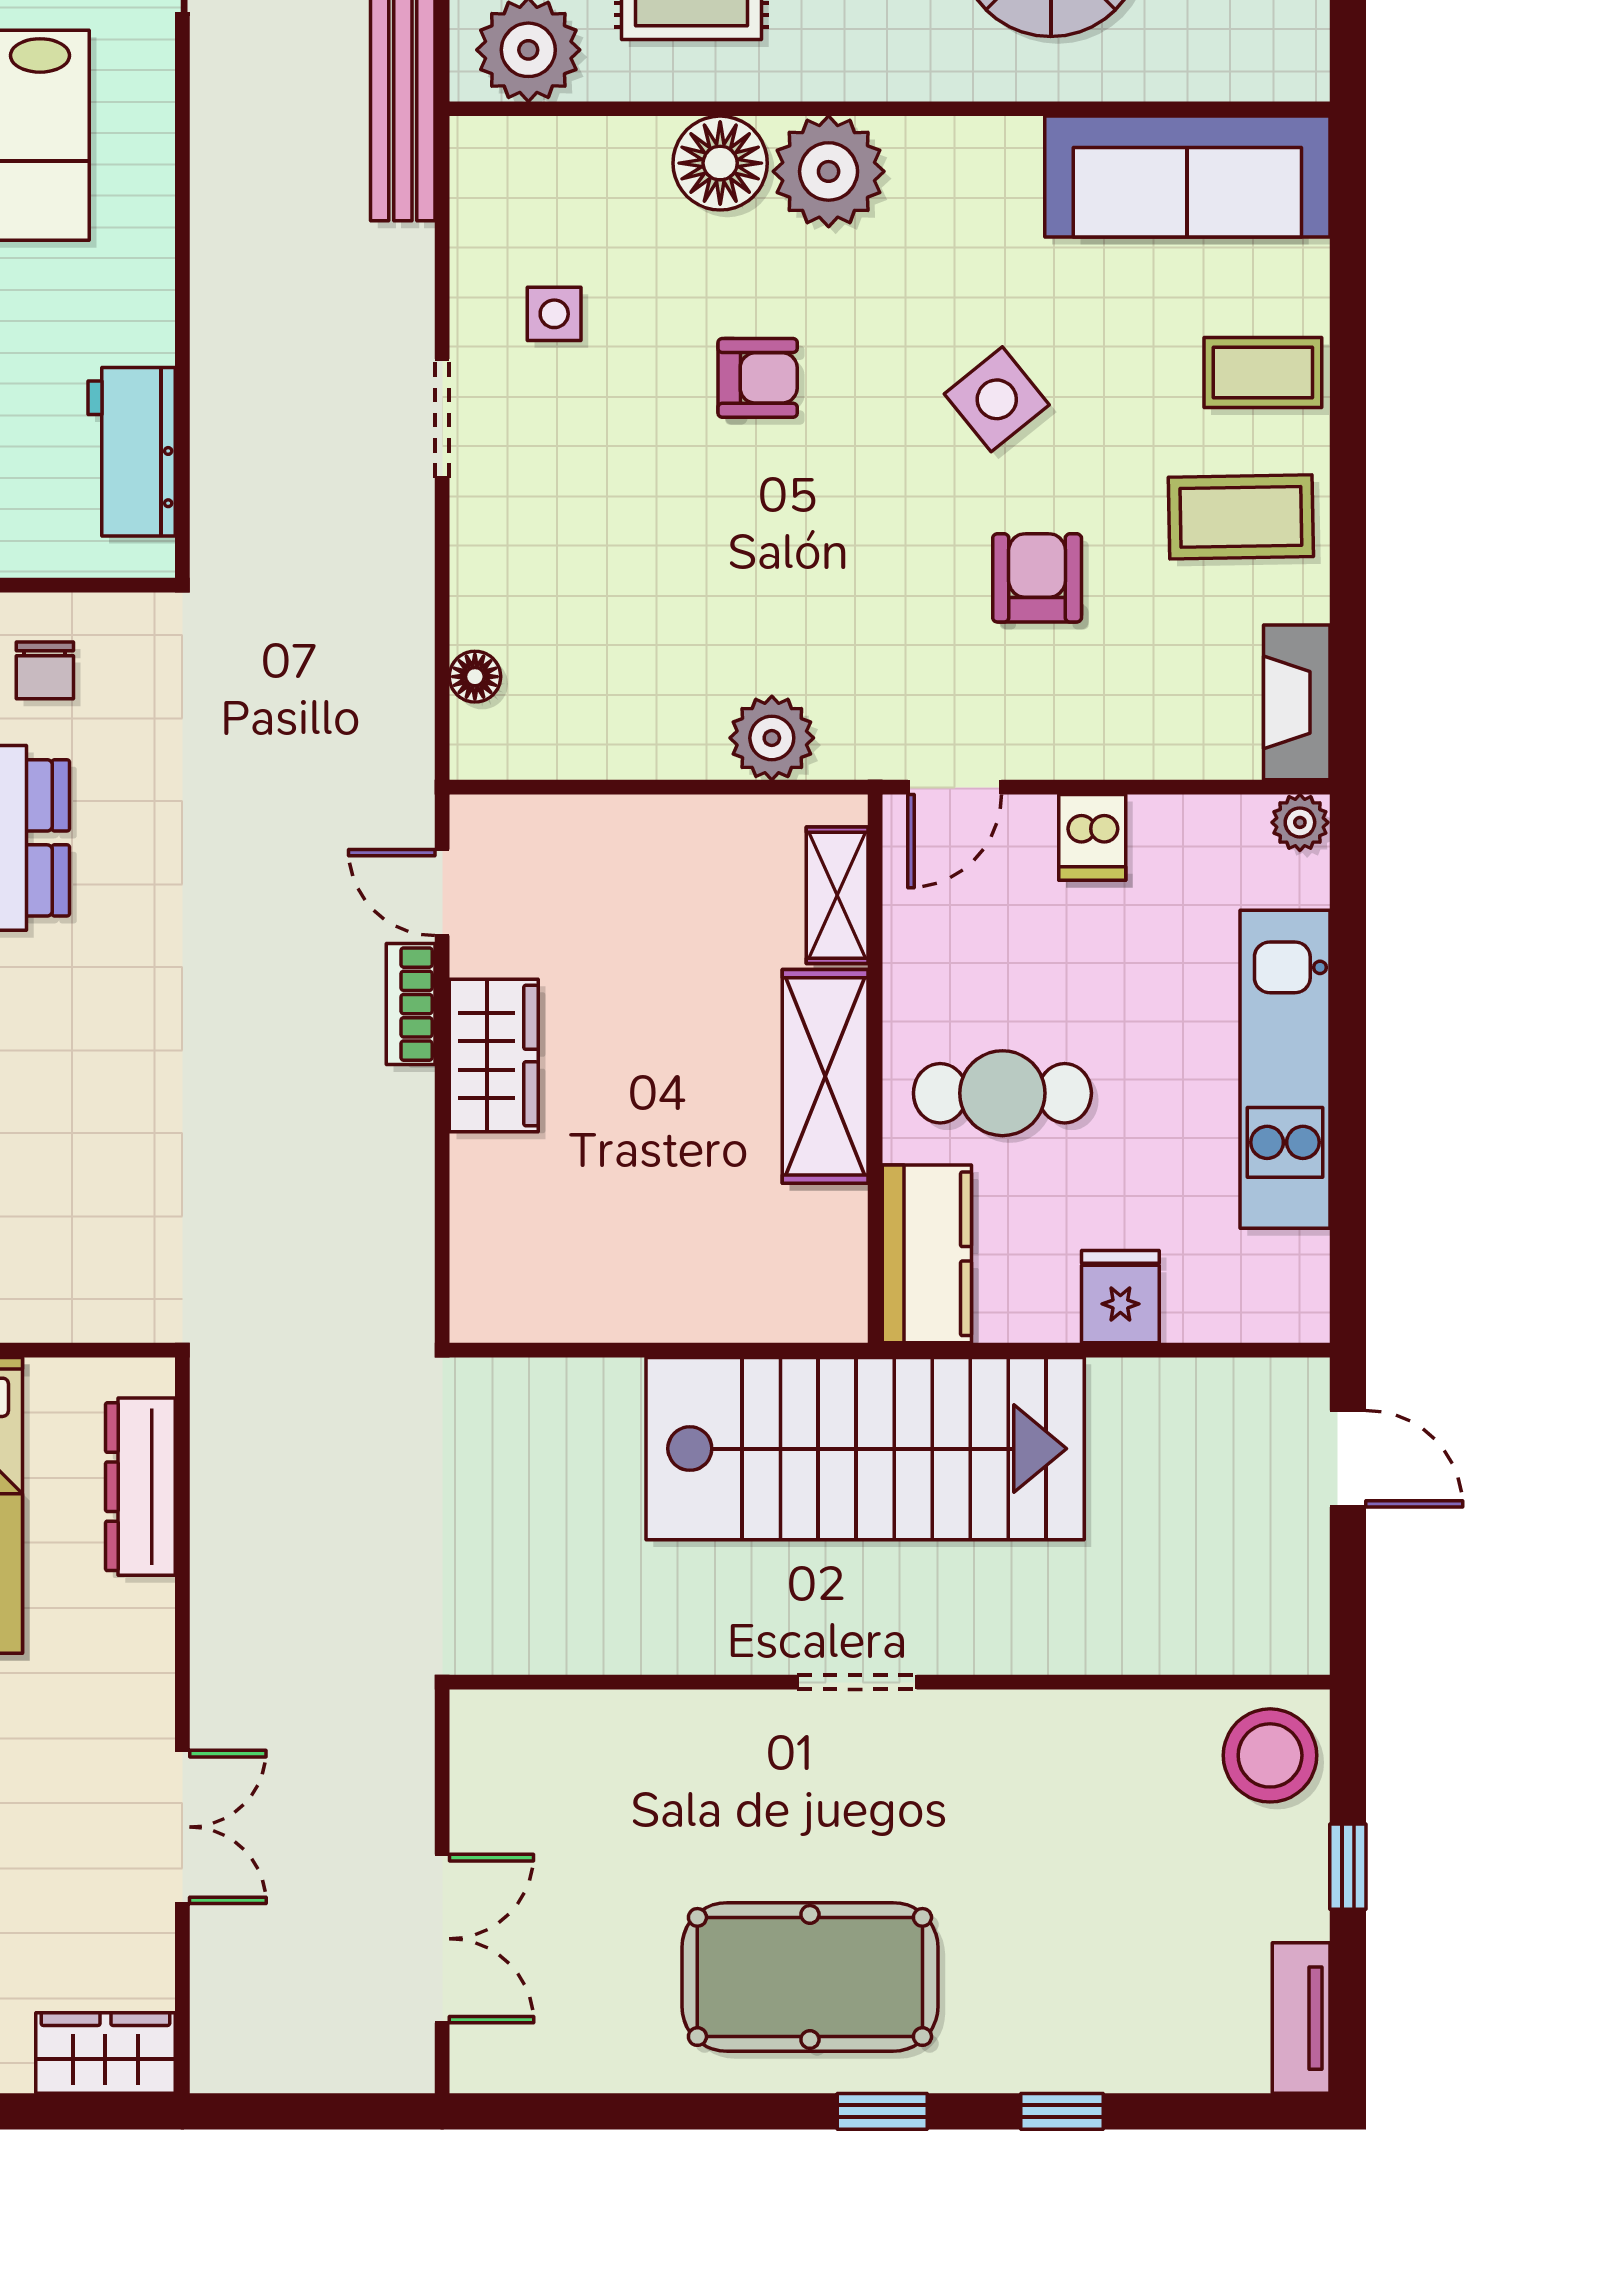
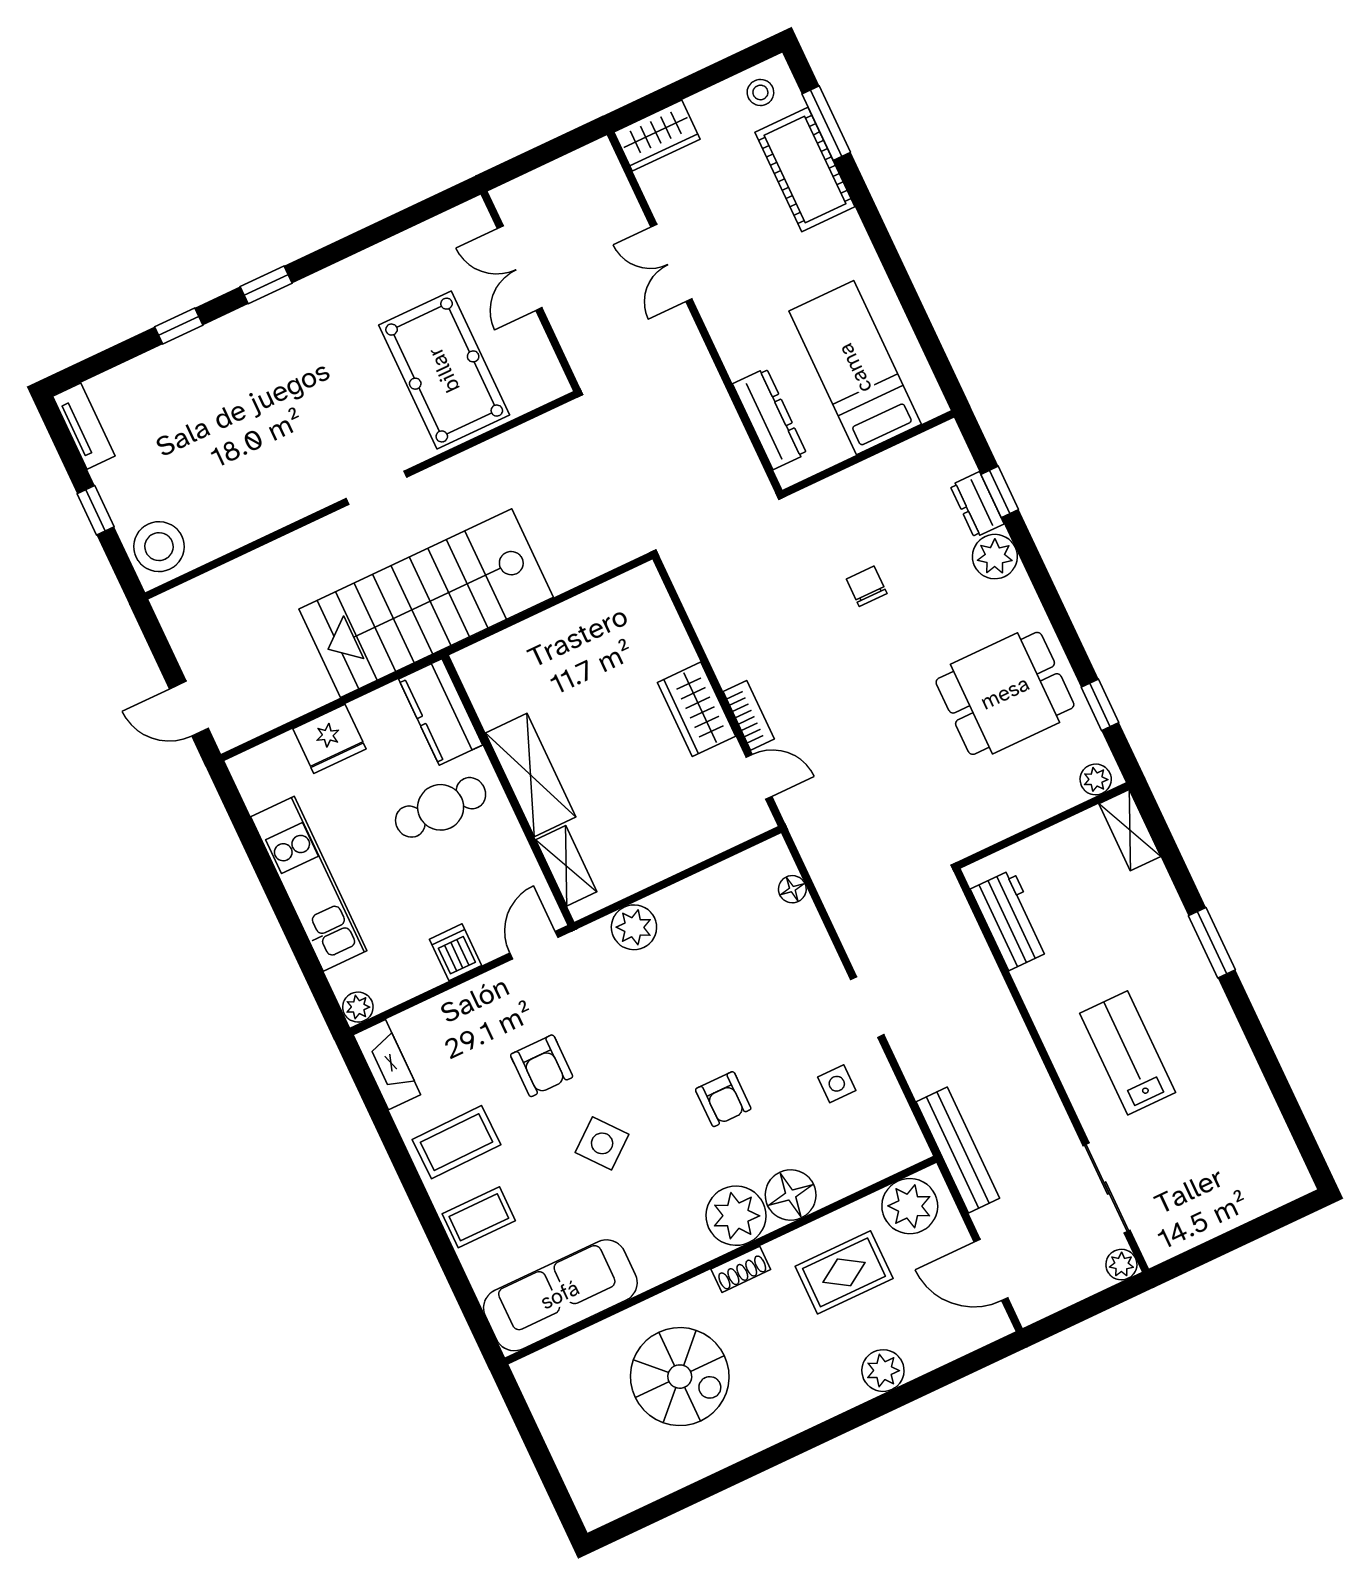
shoe rack: (863, 77) -> (741, 1269), added
armchair: (758, 378) -> (723, 1099), turned -90
chair: (45, 670) -> (867, 586), moved
fridge: (1120, 1297) -> (329, 739), width x1.38
pool table: (810, 1977) -> (444, 370), moved, turned 90

